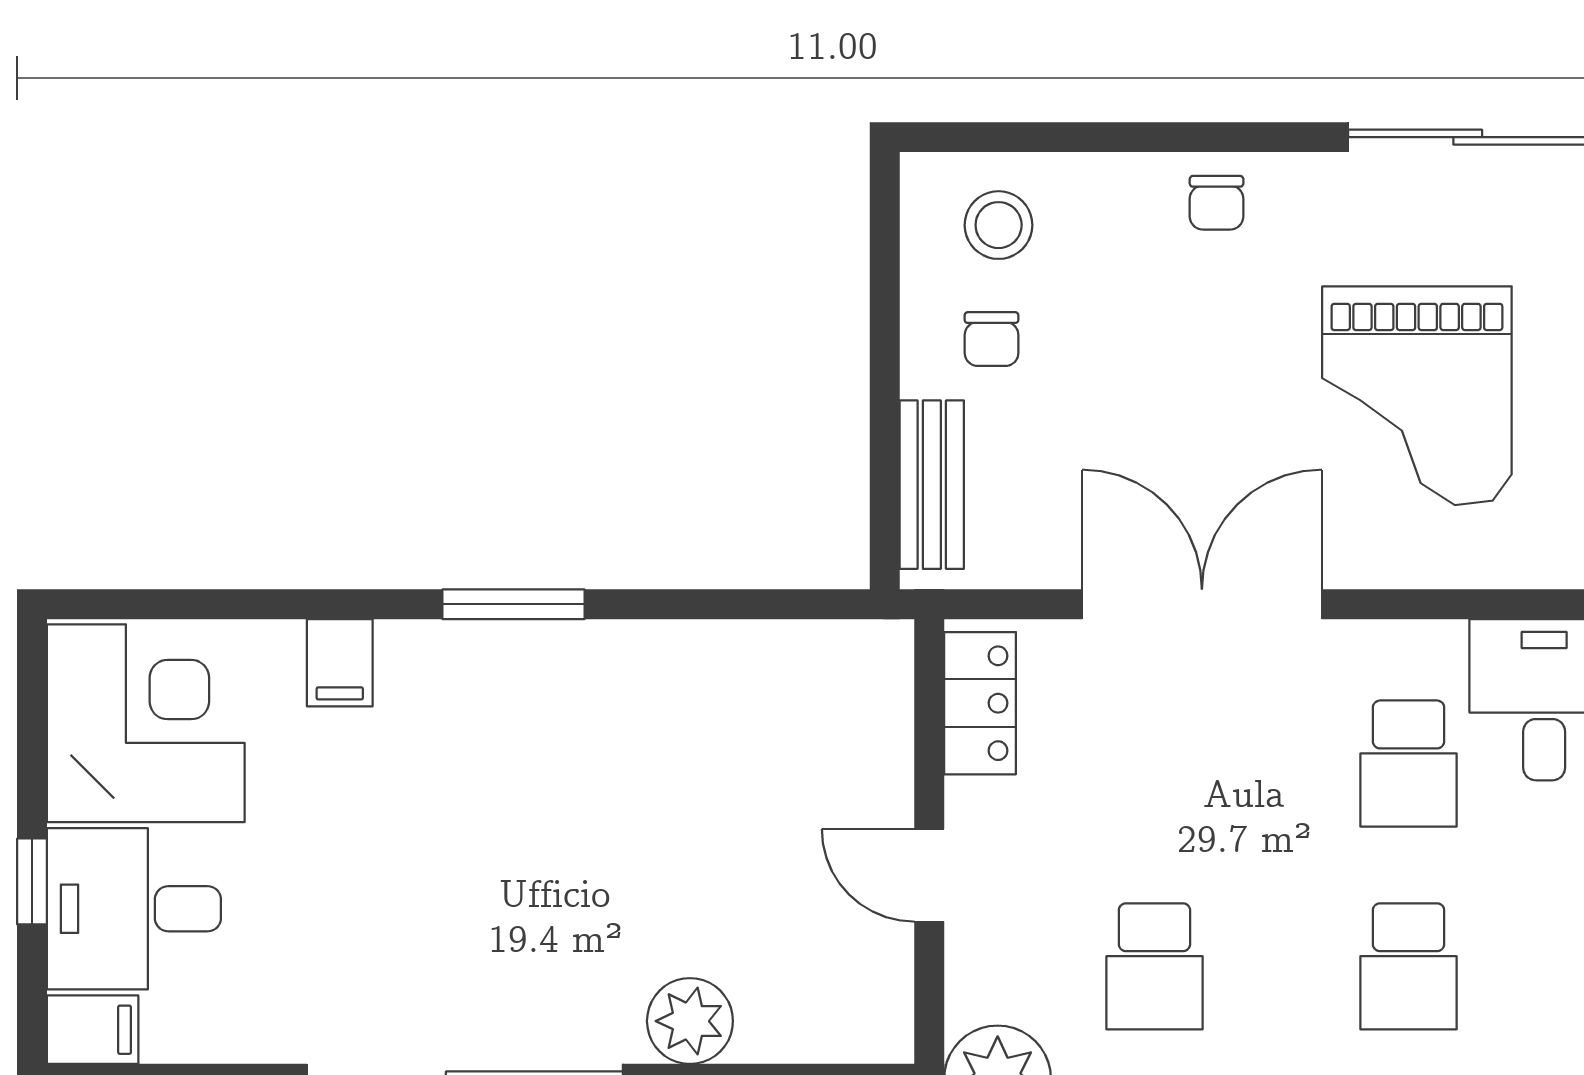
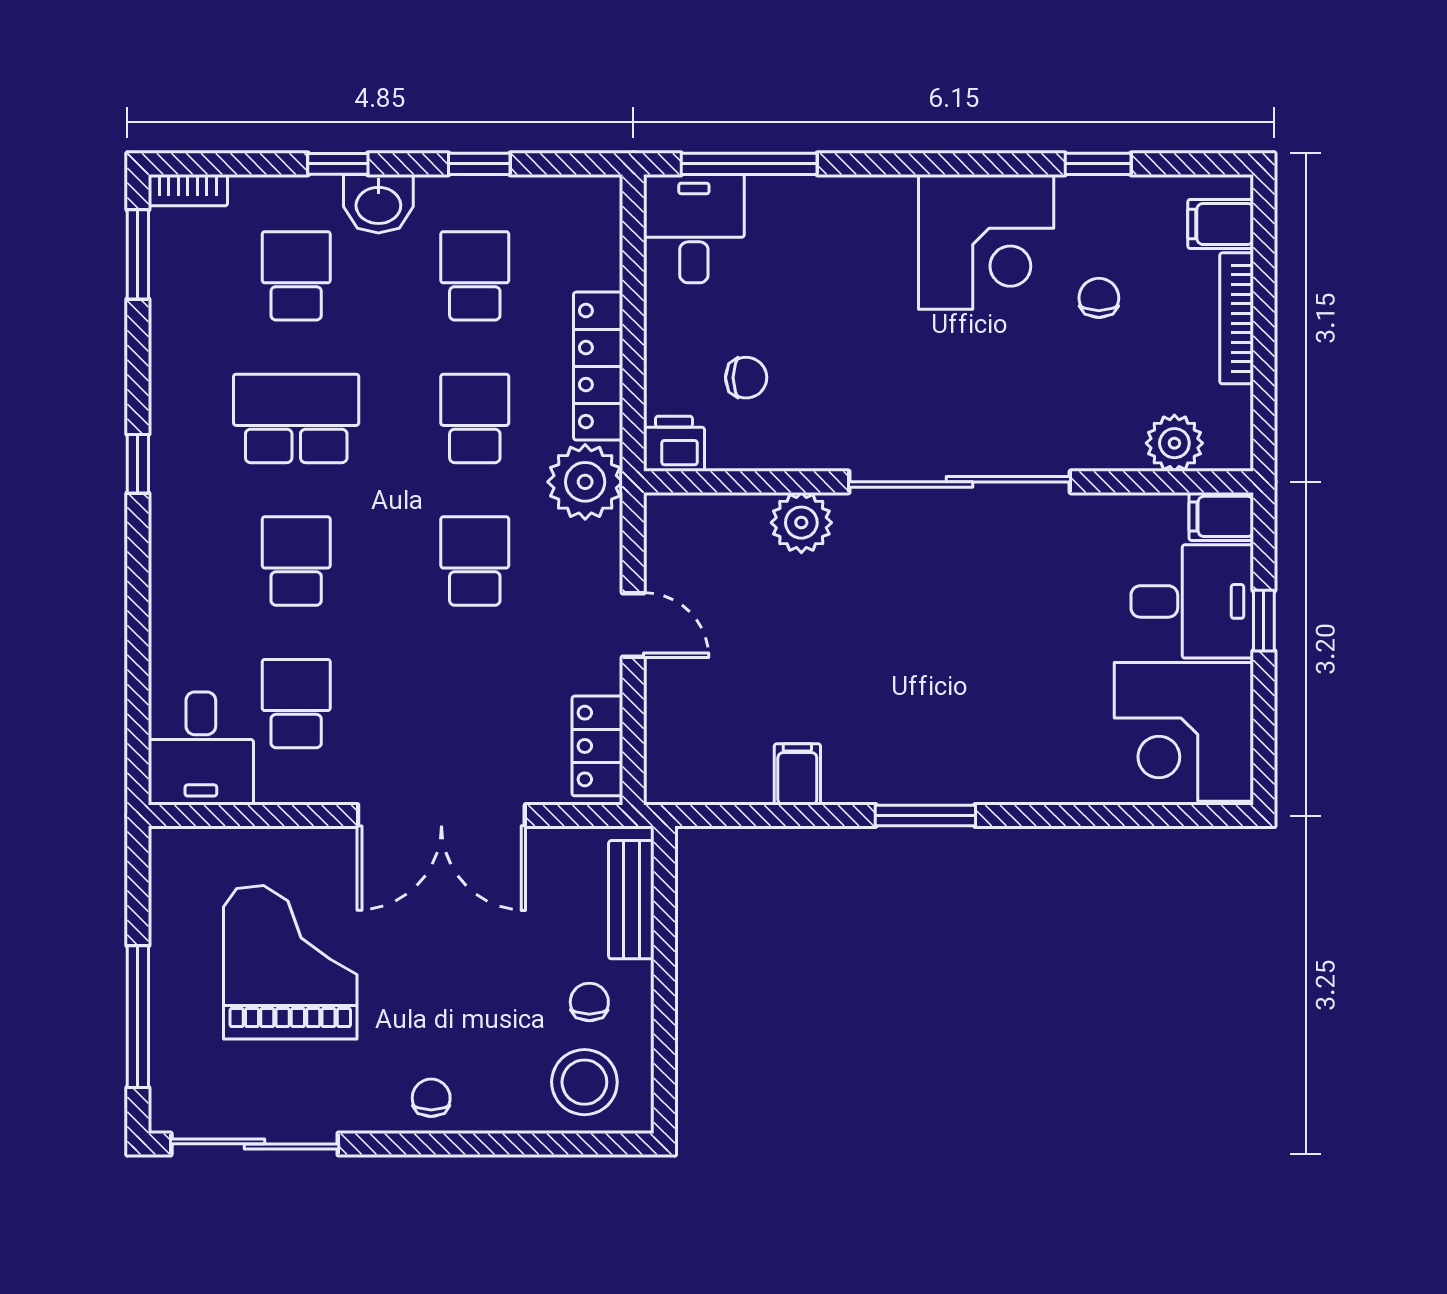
stool: (999, 225) -> (584, 1082), width x1.38, depth x1.38
filing cabinet: (340, 663) -> (797, 774), moved

